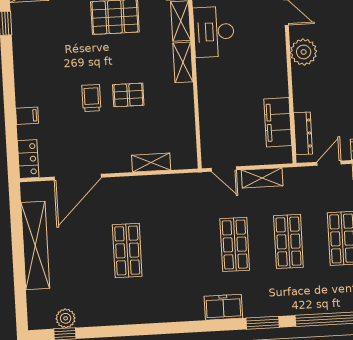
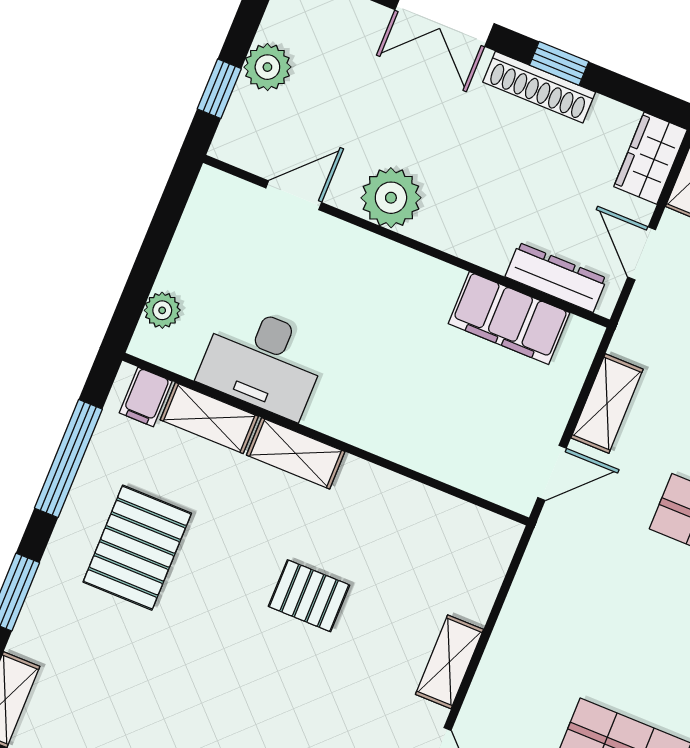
pallet: (128, 95) -> (309, 596), turned 90
trolley: (91, 98) -> (280, 674), removed
shelving: (151, 163) -> (449, 662), moved

